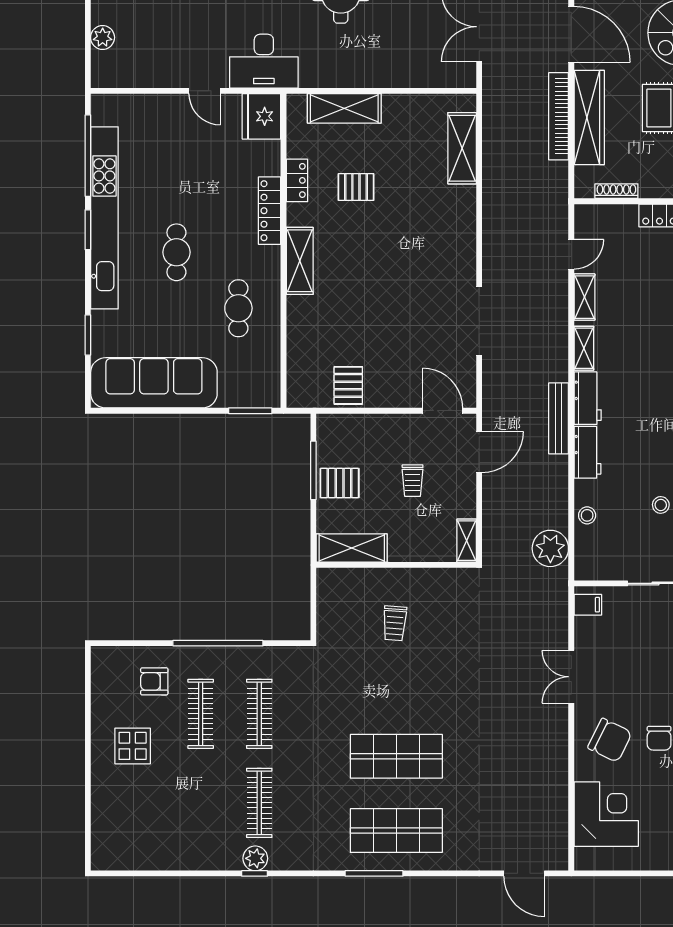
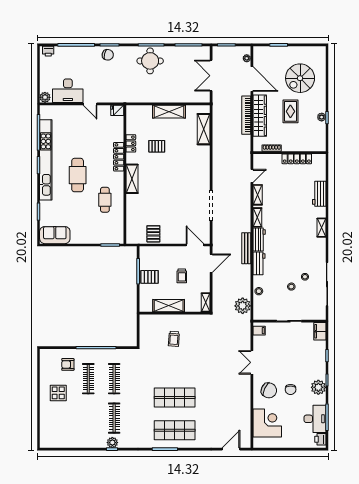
plant: (103, 37) -> (45, 97), moved
desk: (264, 61) -> (68, 91), moved
shelving: (344, 108) -> (169, 112), moved
fridge: (261, 116) -> (117, 110), width x0.53, depth x0.75
cafe table: (176, 252) -> (78, 175), width x1.37, depth x1.35
sofa: (154, 383) -> (55, 235), width x0.54, depth x0.79
shelving: (352, 548) -> (169, 306), moved
door: (524, 873) -> (231, 449), swing flipped

